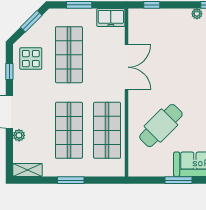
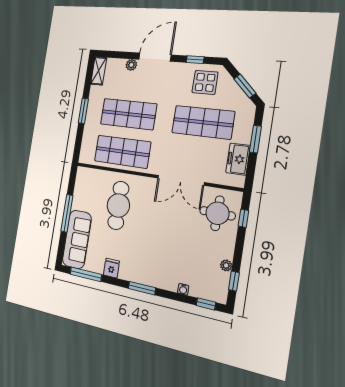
freezer: (111, 18) -> (238, 159), moved
round table: (151, 28) -> (217, 213), added
cafe table: (161, 126) -> (118, 205), turned 45
window: (179, 180) -> (67, 213), width x1.44

